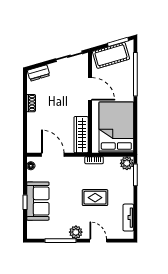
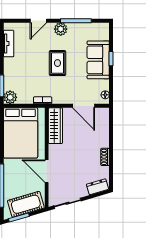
rug: (95, 198) -> (57, 63), moved, turned 90
door: (98, 241) -> (38, 21), hinge flipped

